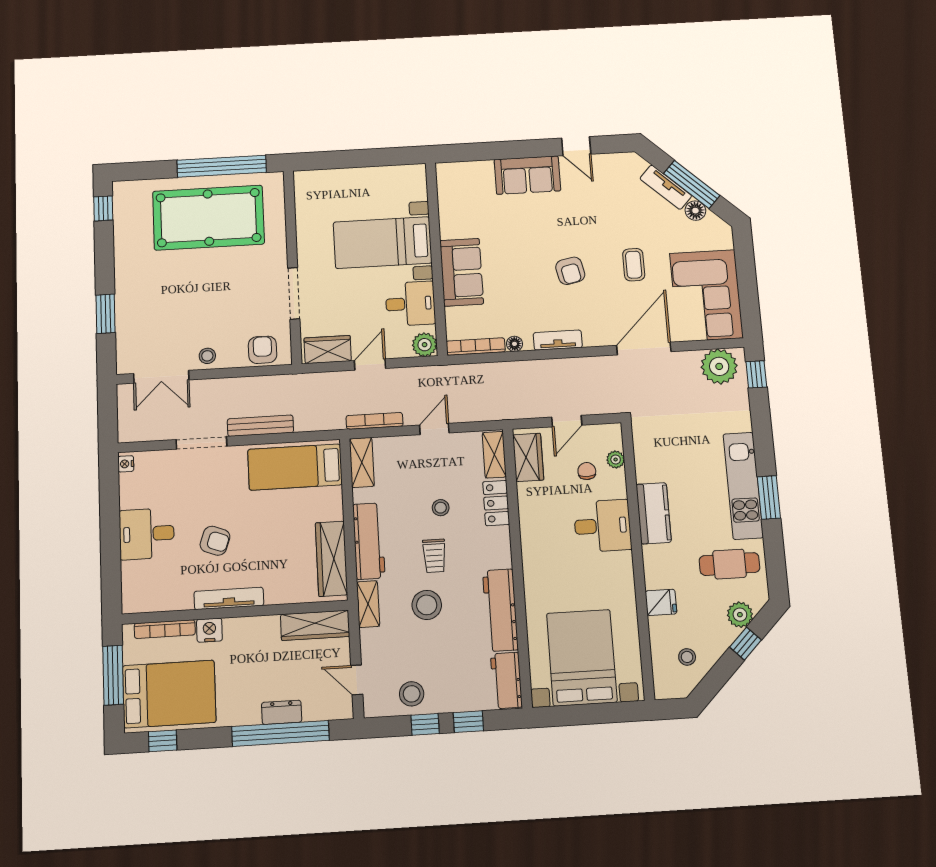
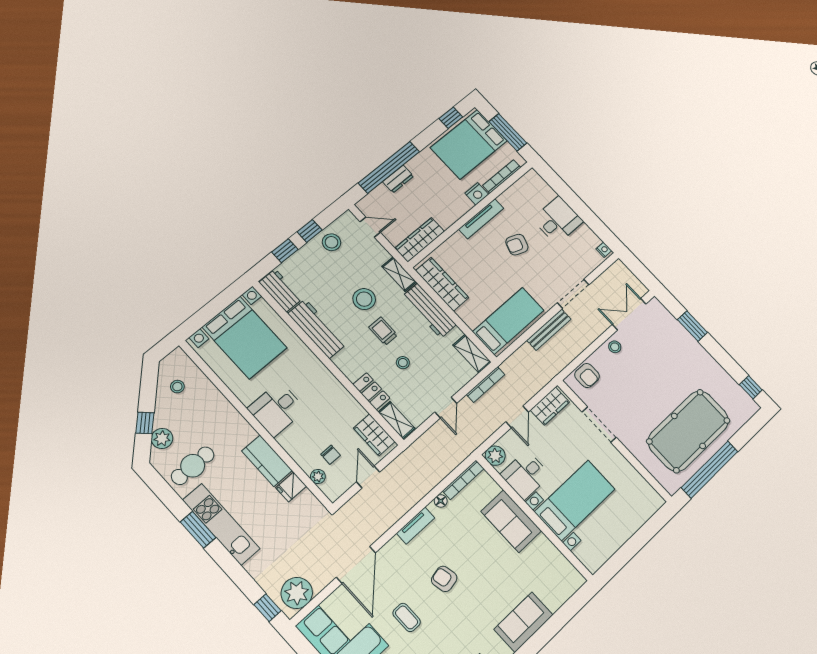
desk: (603, 526) -> (277, 409), moved
fridge: (661, 602) -> (291, 487), moved

